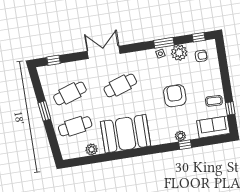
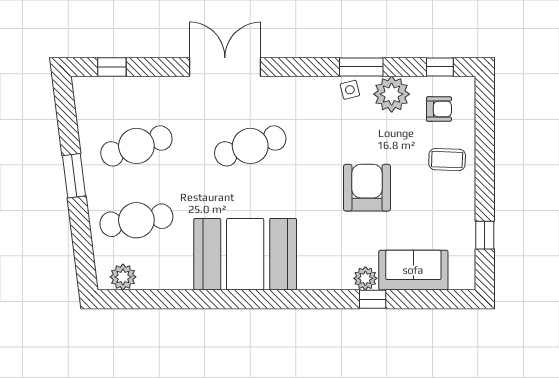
coffee table: (214, 101) -> (447, 160), moved
sofa: (213, 127) -> (413, 270), moved
plant: (92, 149) -> (123, 277), moved

